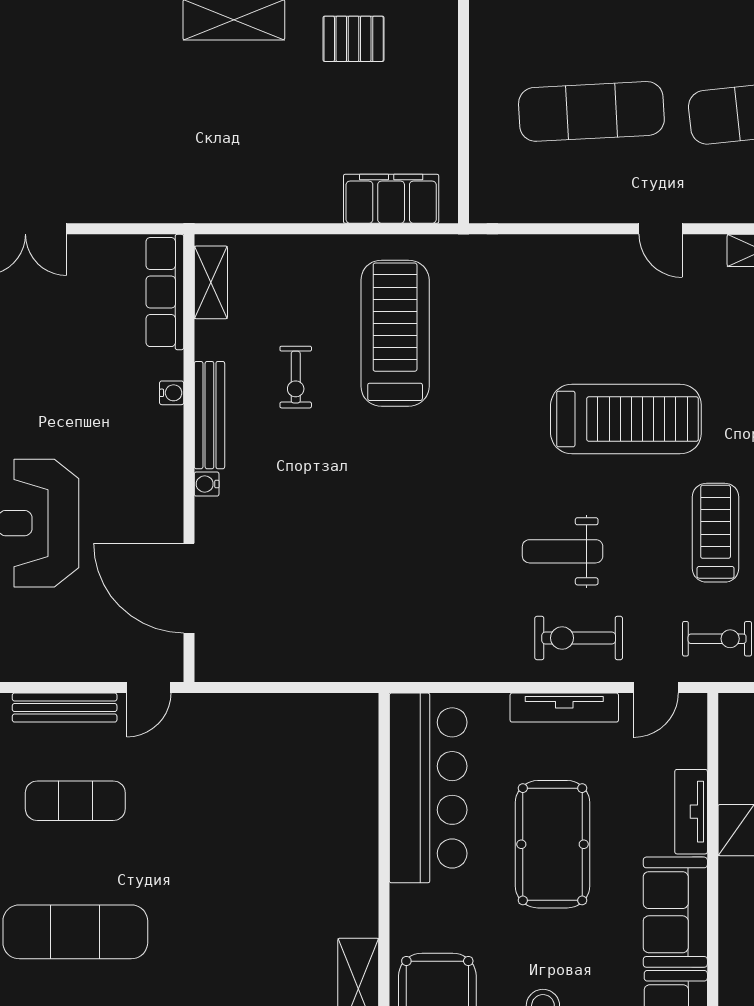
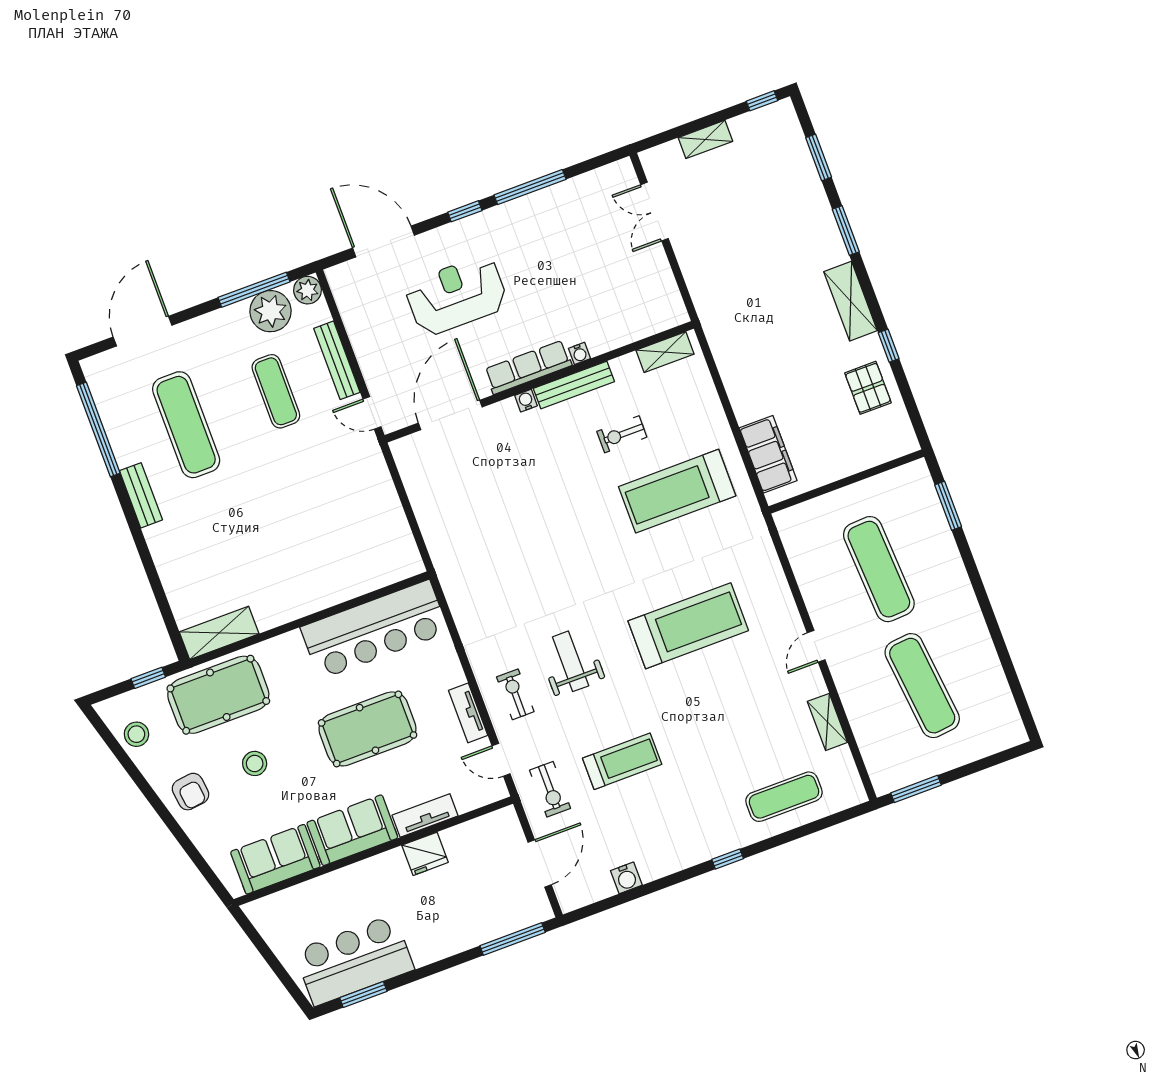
row of seats: (165, 292) -> (528, 367), moved
treadmill: (395, 333) -> (677, 491), turned 180
treadmill: (626, 419) -> (688, 626), moved, turned -90
exercise bike: (579, 638) -> (515, 694), width x0.73, depth x0.72
tv unit: (564, 708) -> (468, 713), width x0.71

